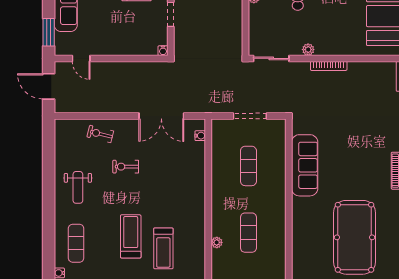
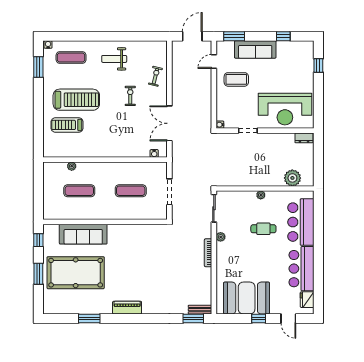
coffee table: (104, 29) -> (236, 79), added
sofa: (305, 165) -> (83, 234), moved
treadmill: (131, 236) -> (76, 100), width x1.37, depth x1.38

